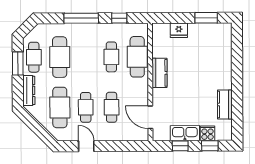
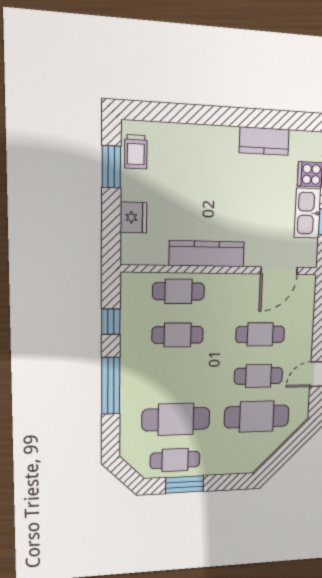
trolley: (215, 31) -> (136, 152), added
cafe table: (137, 57) -> (178, 291), width x0.73, depth x0.74
kitchen counter: (159, 73) -> (207, 254), width x1.50
dresser: (29, 90) -> (228, 465), removed

